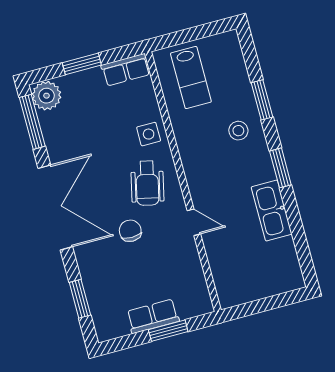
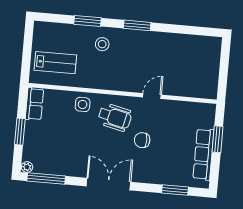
plant: (46, 96) -> (27, 167), width x0.53, depth x0.53
double door: (55, 207) -> (108, 184), width x0.73
kitchen sink: (272, 211) -> (163, 42), removed
row of seats: (153, 316) -> (203, 154), width x1.48

